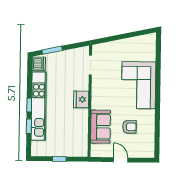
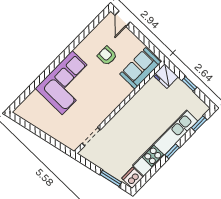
fridge: (81, 99) -> (166, 76), moved, turned 90
window: (29, 126) -> (199, 124), moved
sofa: (101, 127) -> (140, 68), moved
door: (121, 160) -> (123, 19), moved

